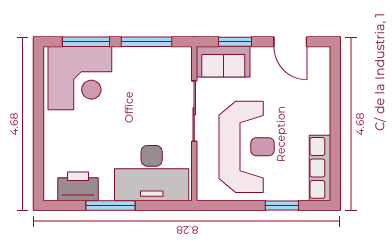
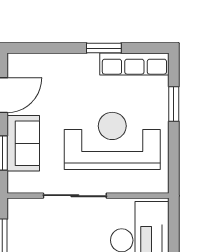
sofa: (223, 62) -> (23, 143), moved
window: (335, 139) -> (104, 48), added

